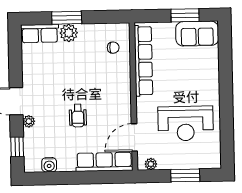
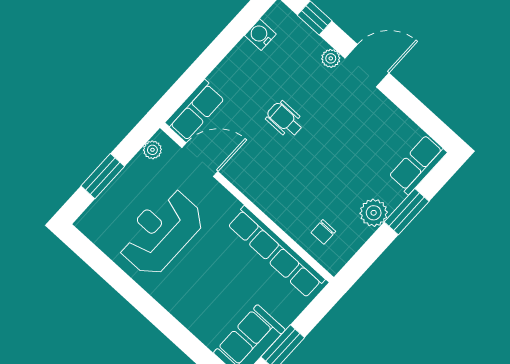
plant: (69, 33) -> (374, 213), moved
door: (134, 137) -> (200, 160), hinge flipped
row of seats: (104, 162) -> (195, 110), width x0.68

